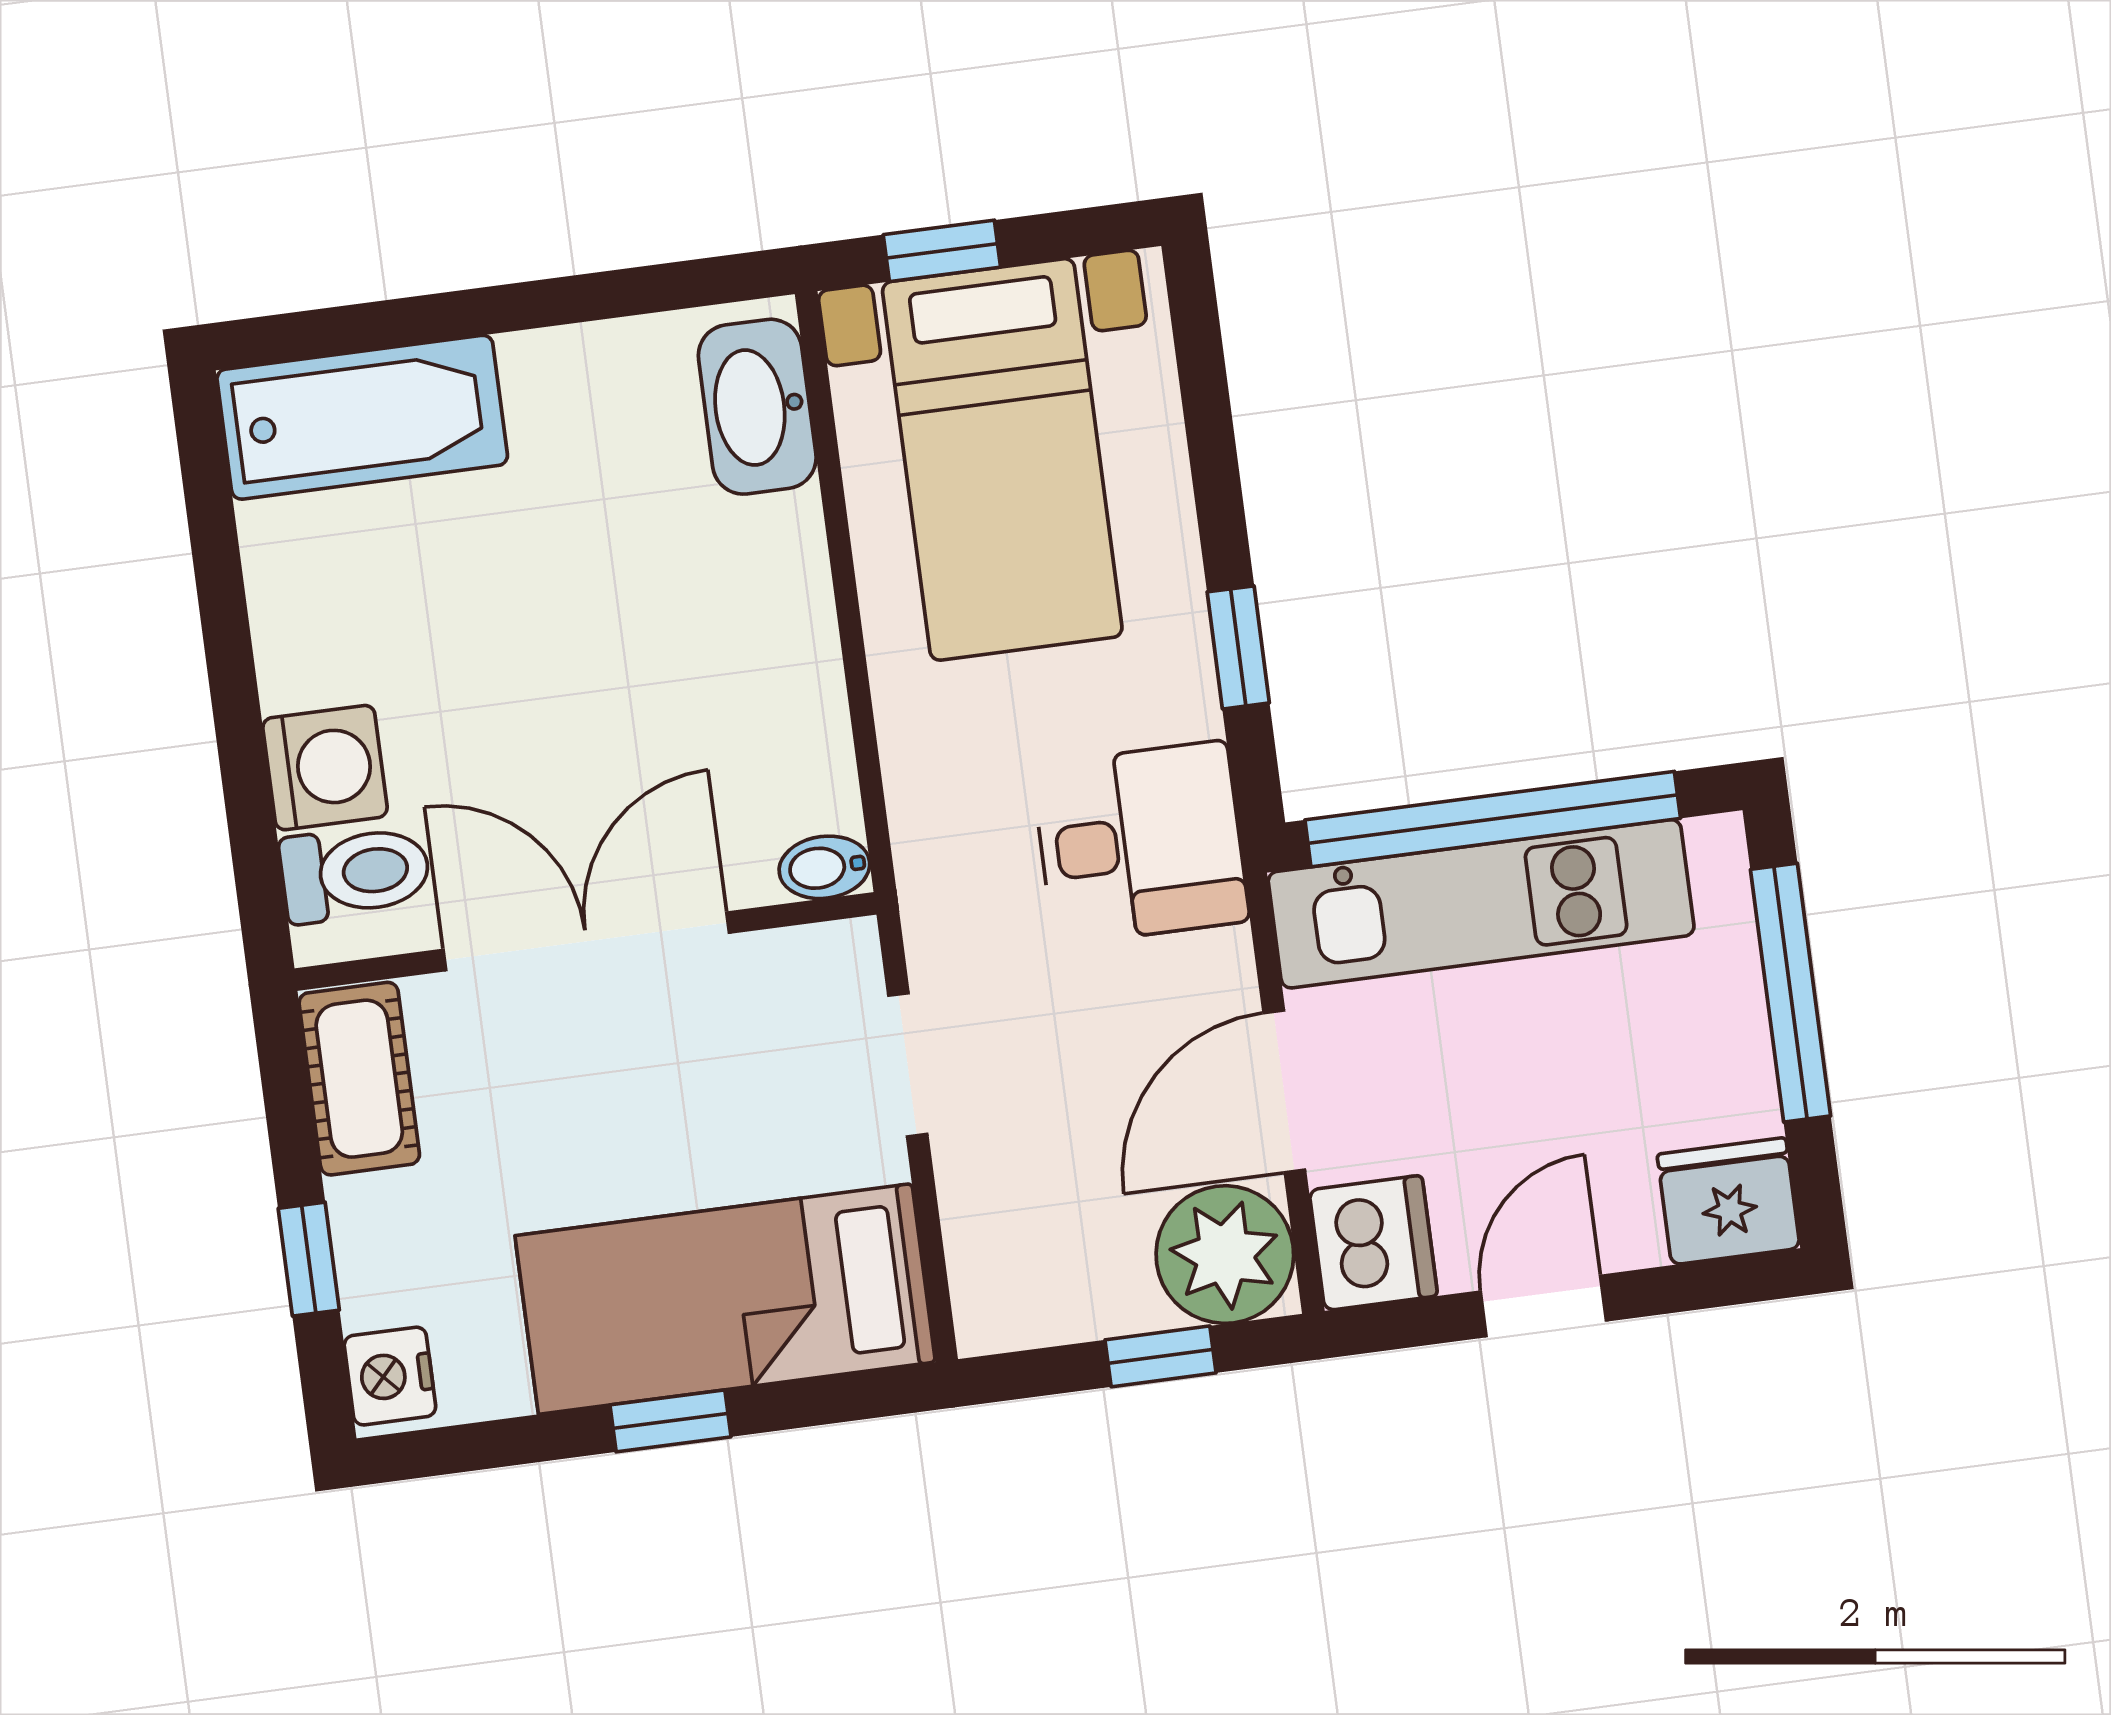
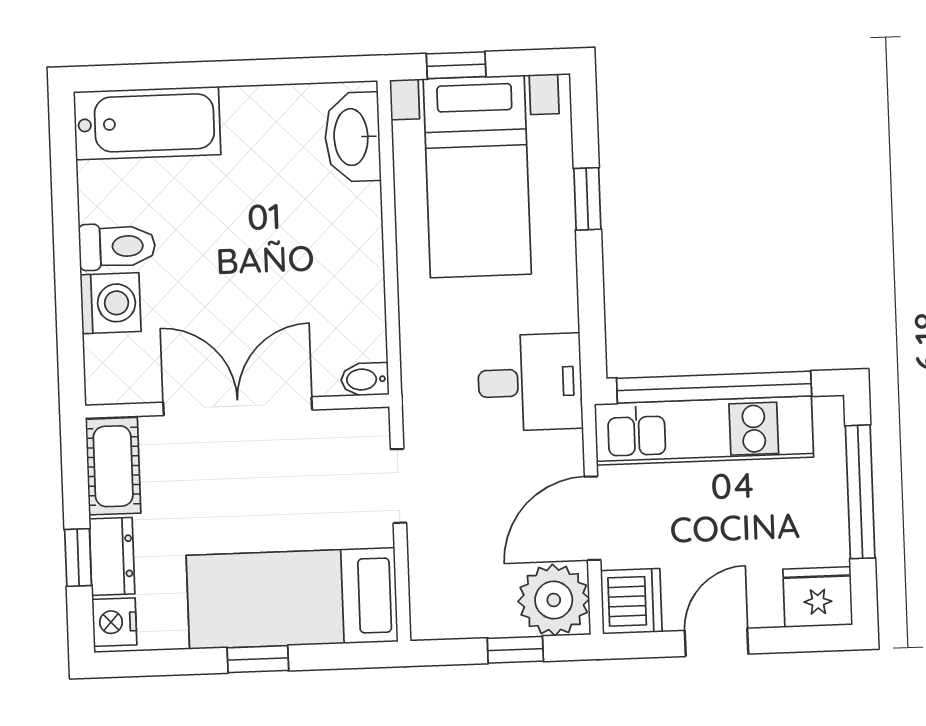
window: (1238, 647) -> (587, 199), moved
toilet: (355, 873) -> (117, 246), moved
dresser: (373, 1251) -> (112, 556), added

